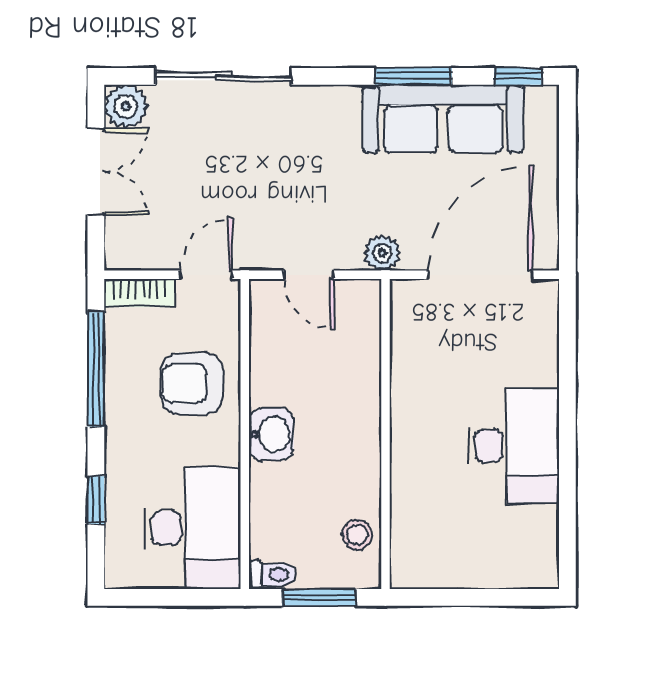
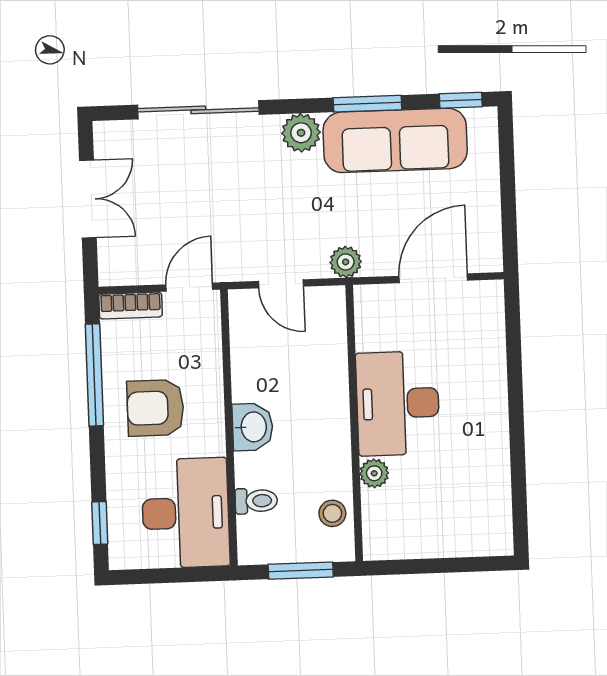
plant: (126, 106) -> (301, 133), moved
door: (480, 275) -> (433, 278), width x0.73
armchair: (192, 384) -> (155, 408), moved
desk: (514, 446) -> (398, 403), moved, turned 180
plant: (406, 491) -> (374, 473), added
window: (96, 500) -> (100, 523), moved
toilet: (272, 575) -> (256, 501), moved

